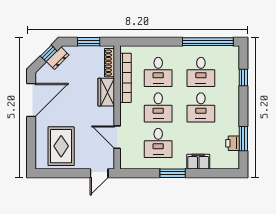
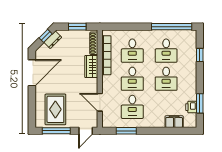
filing cabinet: (198, 162) -> (174, 122), moved
window: (62, 173) -> (56, 131), added
window: (173, 173) -> (126, 131), moved

